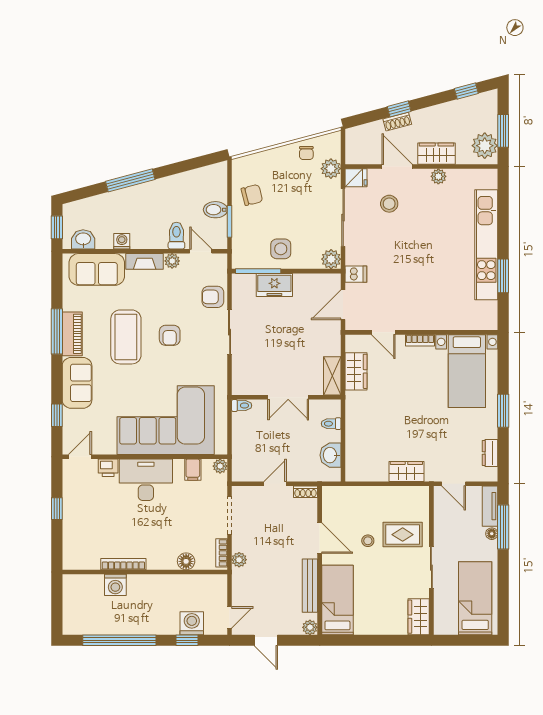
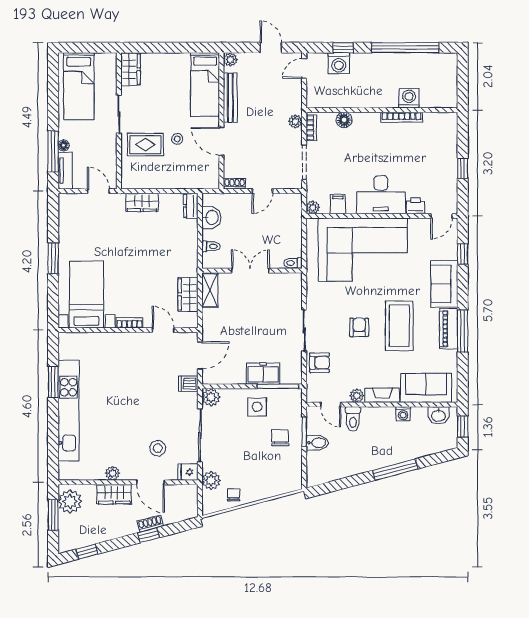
chair: (252, 195) -> (280, 438), moved, turned 104
dresser: (490, 453) -> (191, 206), moved, turned 180

